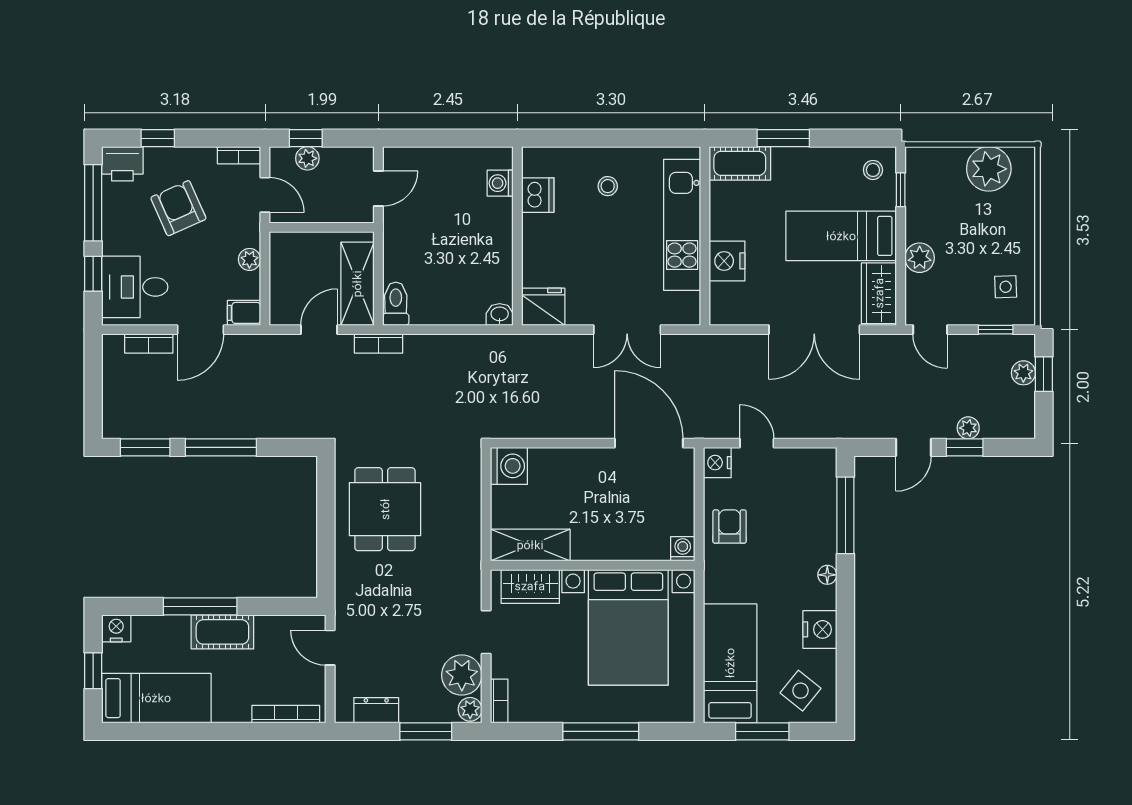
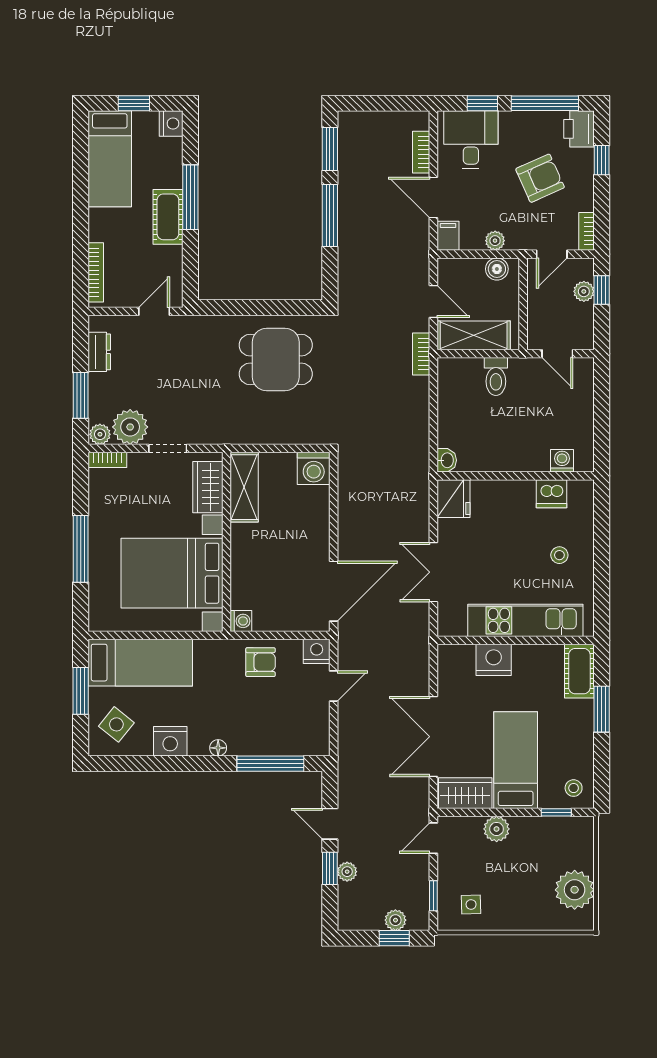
boiler: (282, 257) -> (497, 269), added
toilet: (396, 304) -> (496, 376), moved, turned 90

